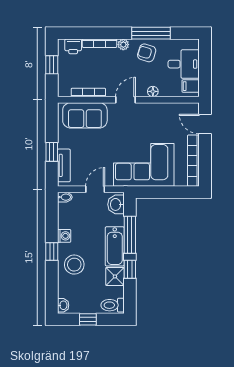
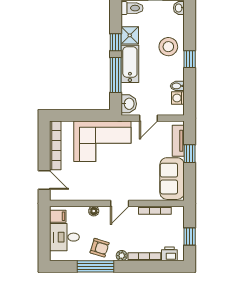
sofa: (85, 115) -> (172, 179), moved, turned -90
bidet: (65, 197) -> (177, 86), moved
washing machine: (64, 236) -> (178, 98), moved

